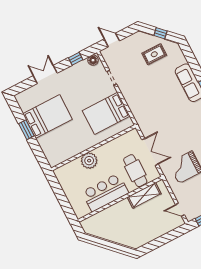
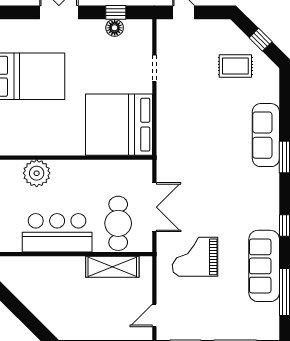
floor lamp: (93, 60) -> (115, 28), moved
bed: (106, 113) -> (119, 125), width x1.36
plant: (89, 161) -> (37, 173), moved
door: (180, 210) -> (154, 315), hinge flipped

